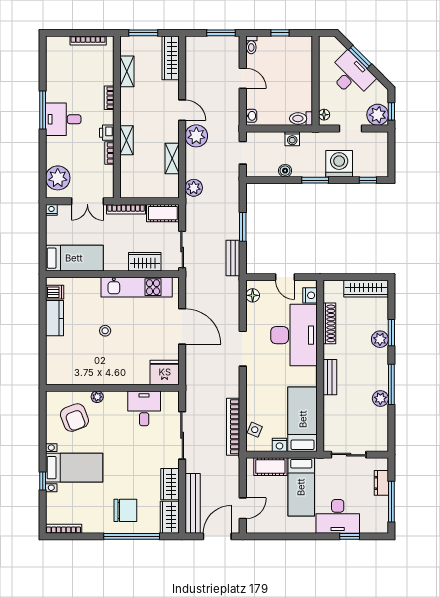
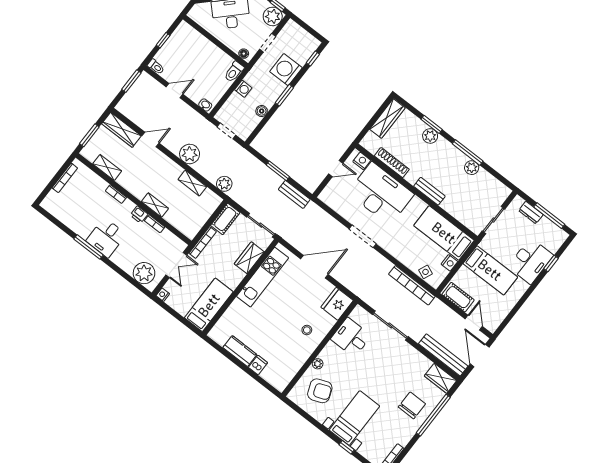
door: (182, 110) -> (150, 140), moved
dishwasher: (55, 292) -> (258, 365), moved
floor lamp: (253, 295) -> (331, 201), removed
stool: (105, 331) -> (307, 330), moved
cot: (270, 467) -> (458, 297), moved, turned 90
wardrobe: (170, 484) -> (418, 360), removed

